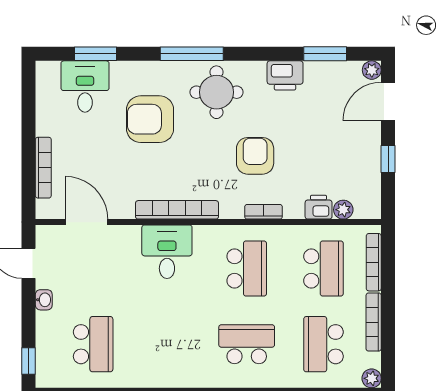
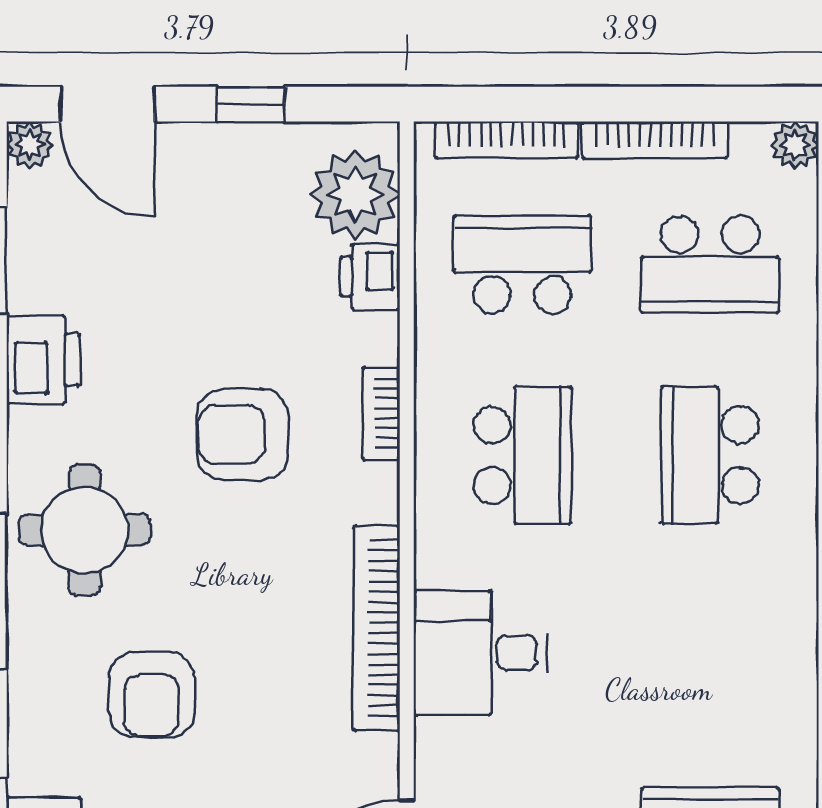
armchair: (150, 119) -> (152, 695), width x0.73, depth x0.73
plant: (343, 210) -> (355, 194), width x1.88, depth x1.88
school desk: (247, 269) -> (522, 455), turned 90

